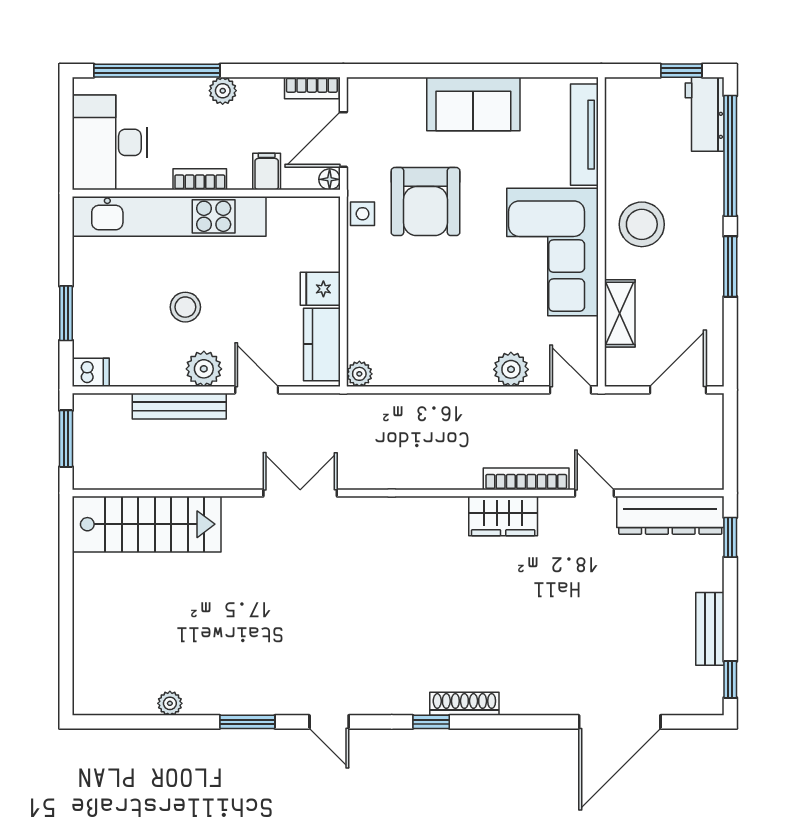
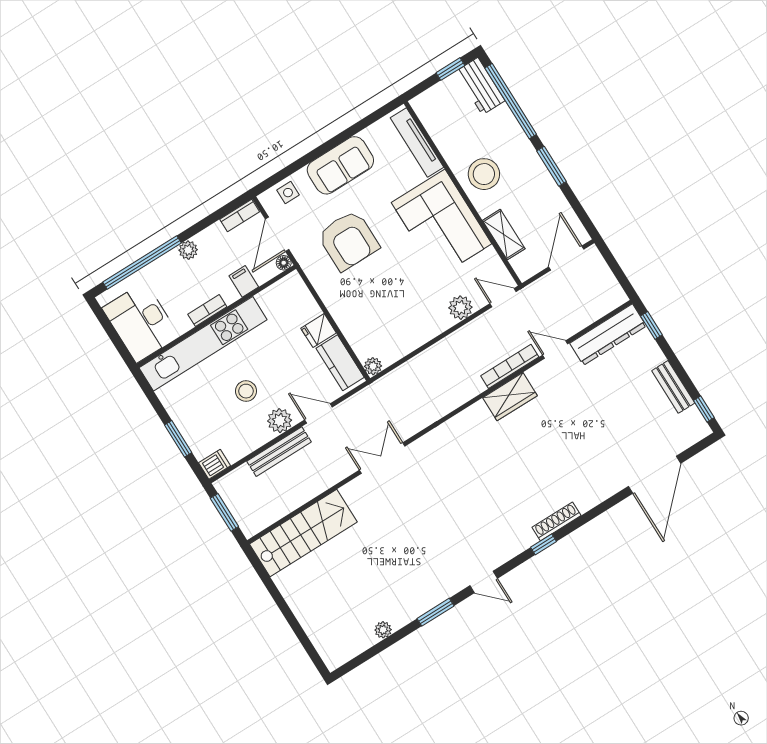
side table: (363, 214) -> (288, 193), moved

